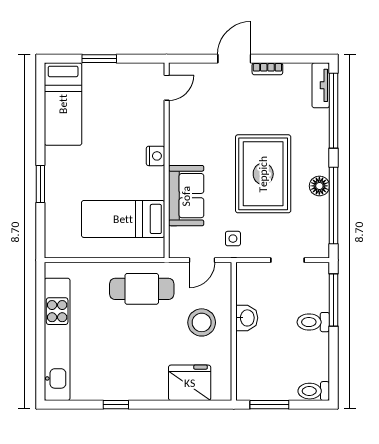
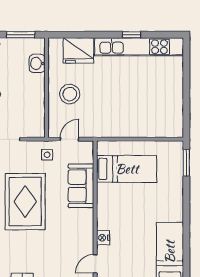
nightstand: (155, 156) -> (103, 238), moved
window: (40, 184) -> (186, 163), moved
cafe table: (142, 289) -> (113, 118), removed
washbasin: (247, 318) -> (37, 63), moved
kitchen unit: (57, 339) -> (139, 47), moved, turned -90

